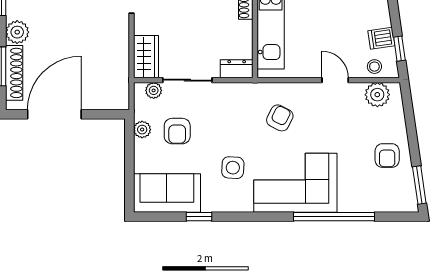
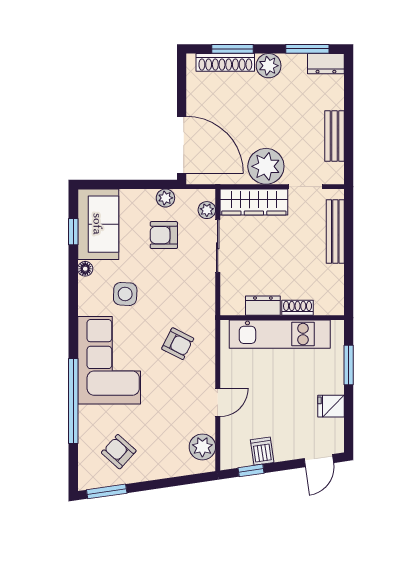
plant: (112, 35) -> (266, 166), added
wardrobe: (146, 57) -> (254, 202), width x1.50
stool: (374, 67) -> (232, 444), removed
dresser: (237, 69) -> (263, 306), moved, turned -90
door: (54, 114) -> (182, 145), moved
armchair: (387, 156) -> (119, 452), moved, turned 42
floor lamp: (209, 205) -> (85, 269), added
window: (199, 217) -> (73, 232), moved

